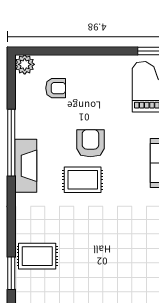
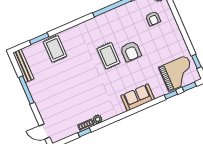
armchair: (90, 143) -> (131, 51), turned 90
fireplace: (26, 166) -> (103, 21), removed

